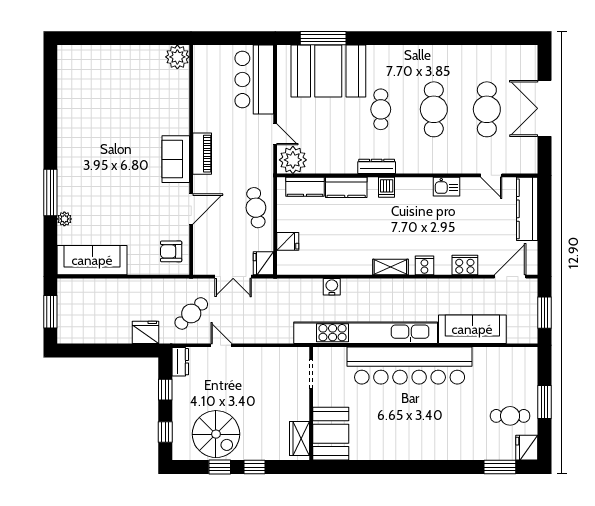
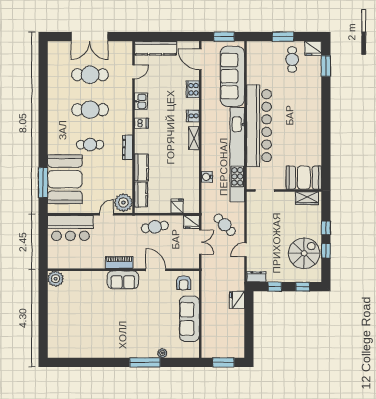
dishwasher: (387, 187) -> (141, 123), moved
sofa: (92, 260) -> (189, 319), moved
cafe table: (191, 313) -> (225, 225), moved
sofa: (472, 329) -> (232, 76), width x1.36, depth x1.27

